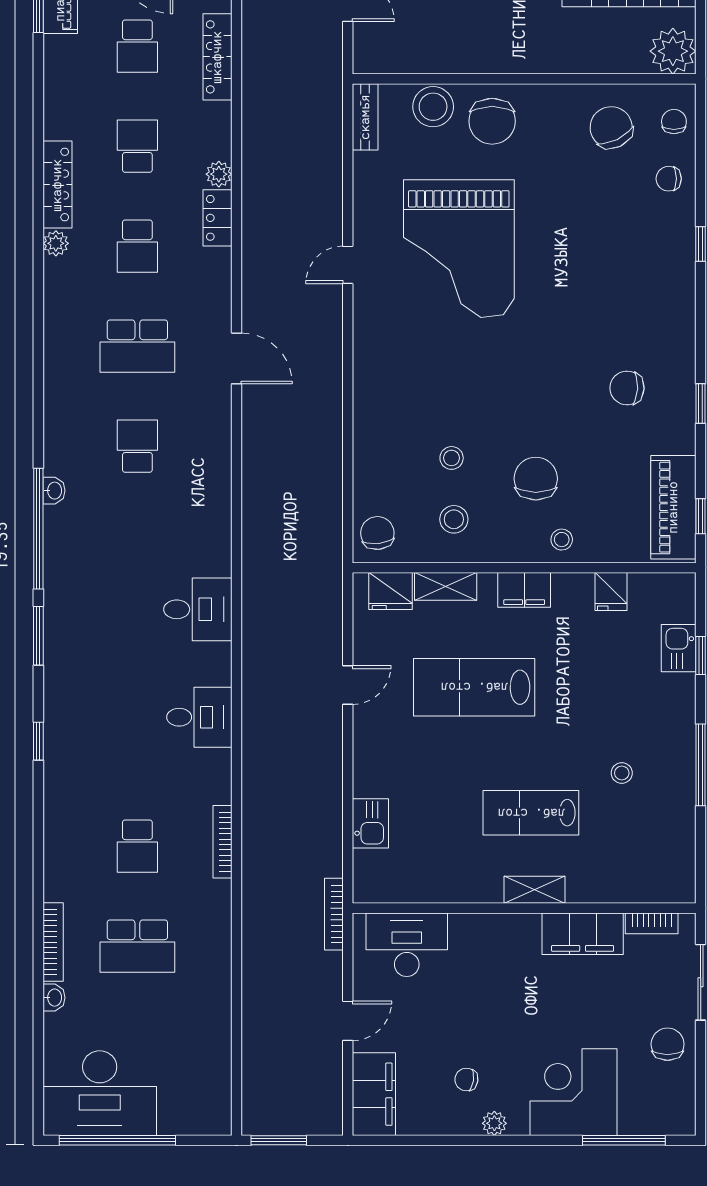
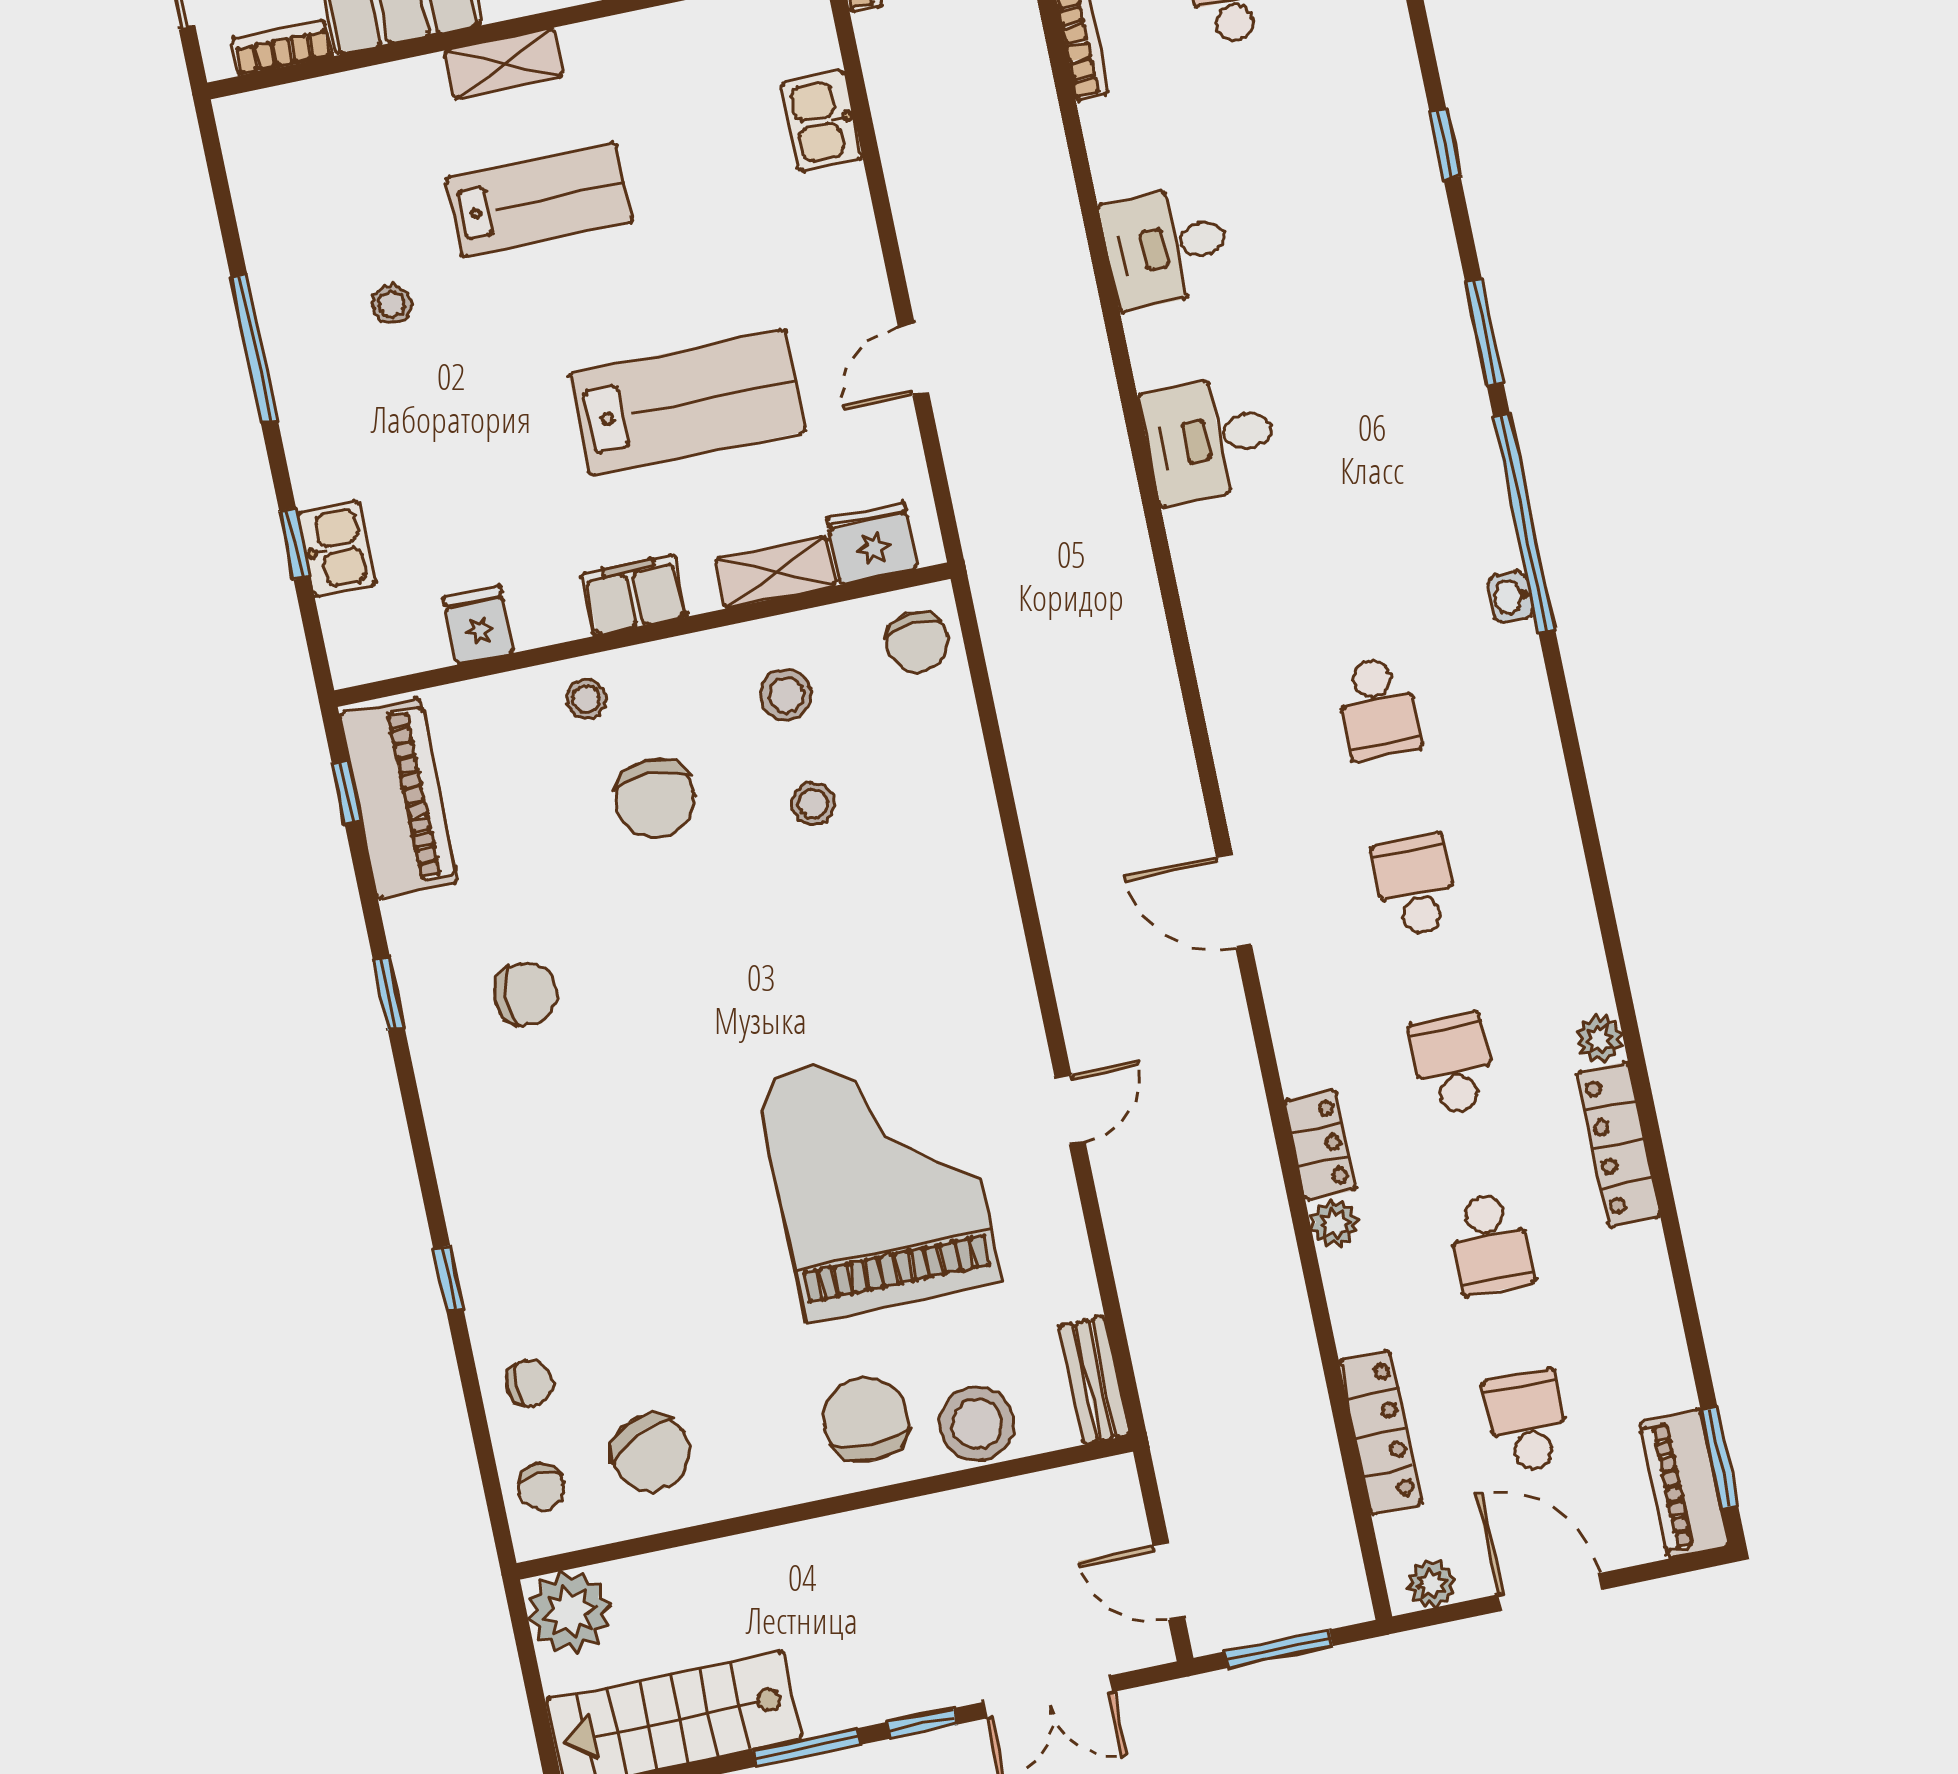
school desk: (137, 346) -> (1415, 886), width x0.54

